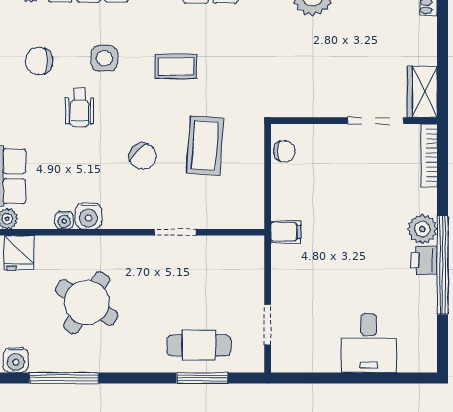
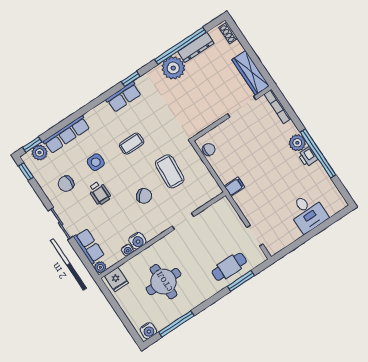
wardrobe: (422, 92) -> (251, 73), width x1.50
round table: (87, 303) -> (164, 282), turned -32

